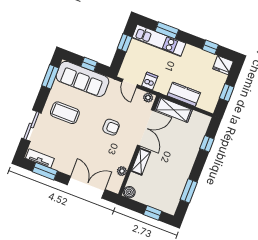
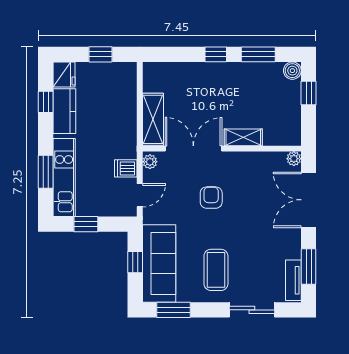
kitchen counter: (184, 94) -> (64, 111), moved, turned 180
window: (207, 144) -> (216, 54), moved
plant: (122, 171) -> (294, 159), moved
boiler: (129, 192) -> (292, 71), moved

